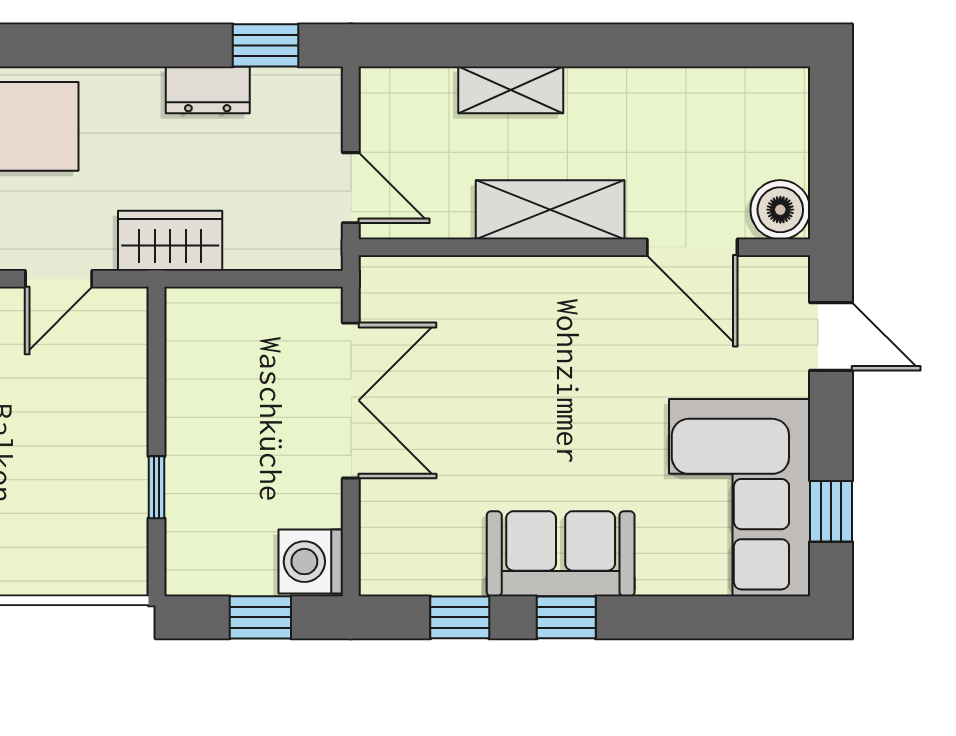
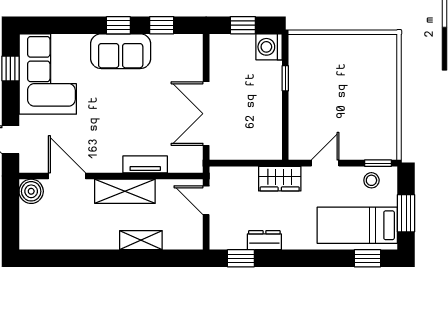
tv unit: (500, 276) -> (145, 164), added
washing machine: (311, 562) -> (269, 47), moved, turned 180

